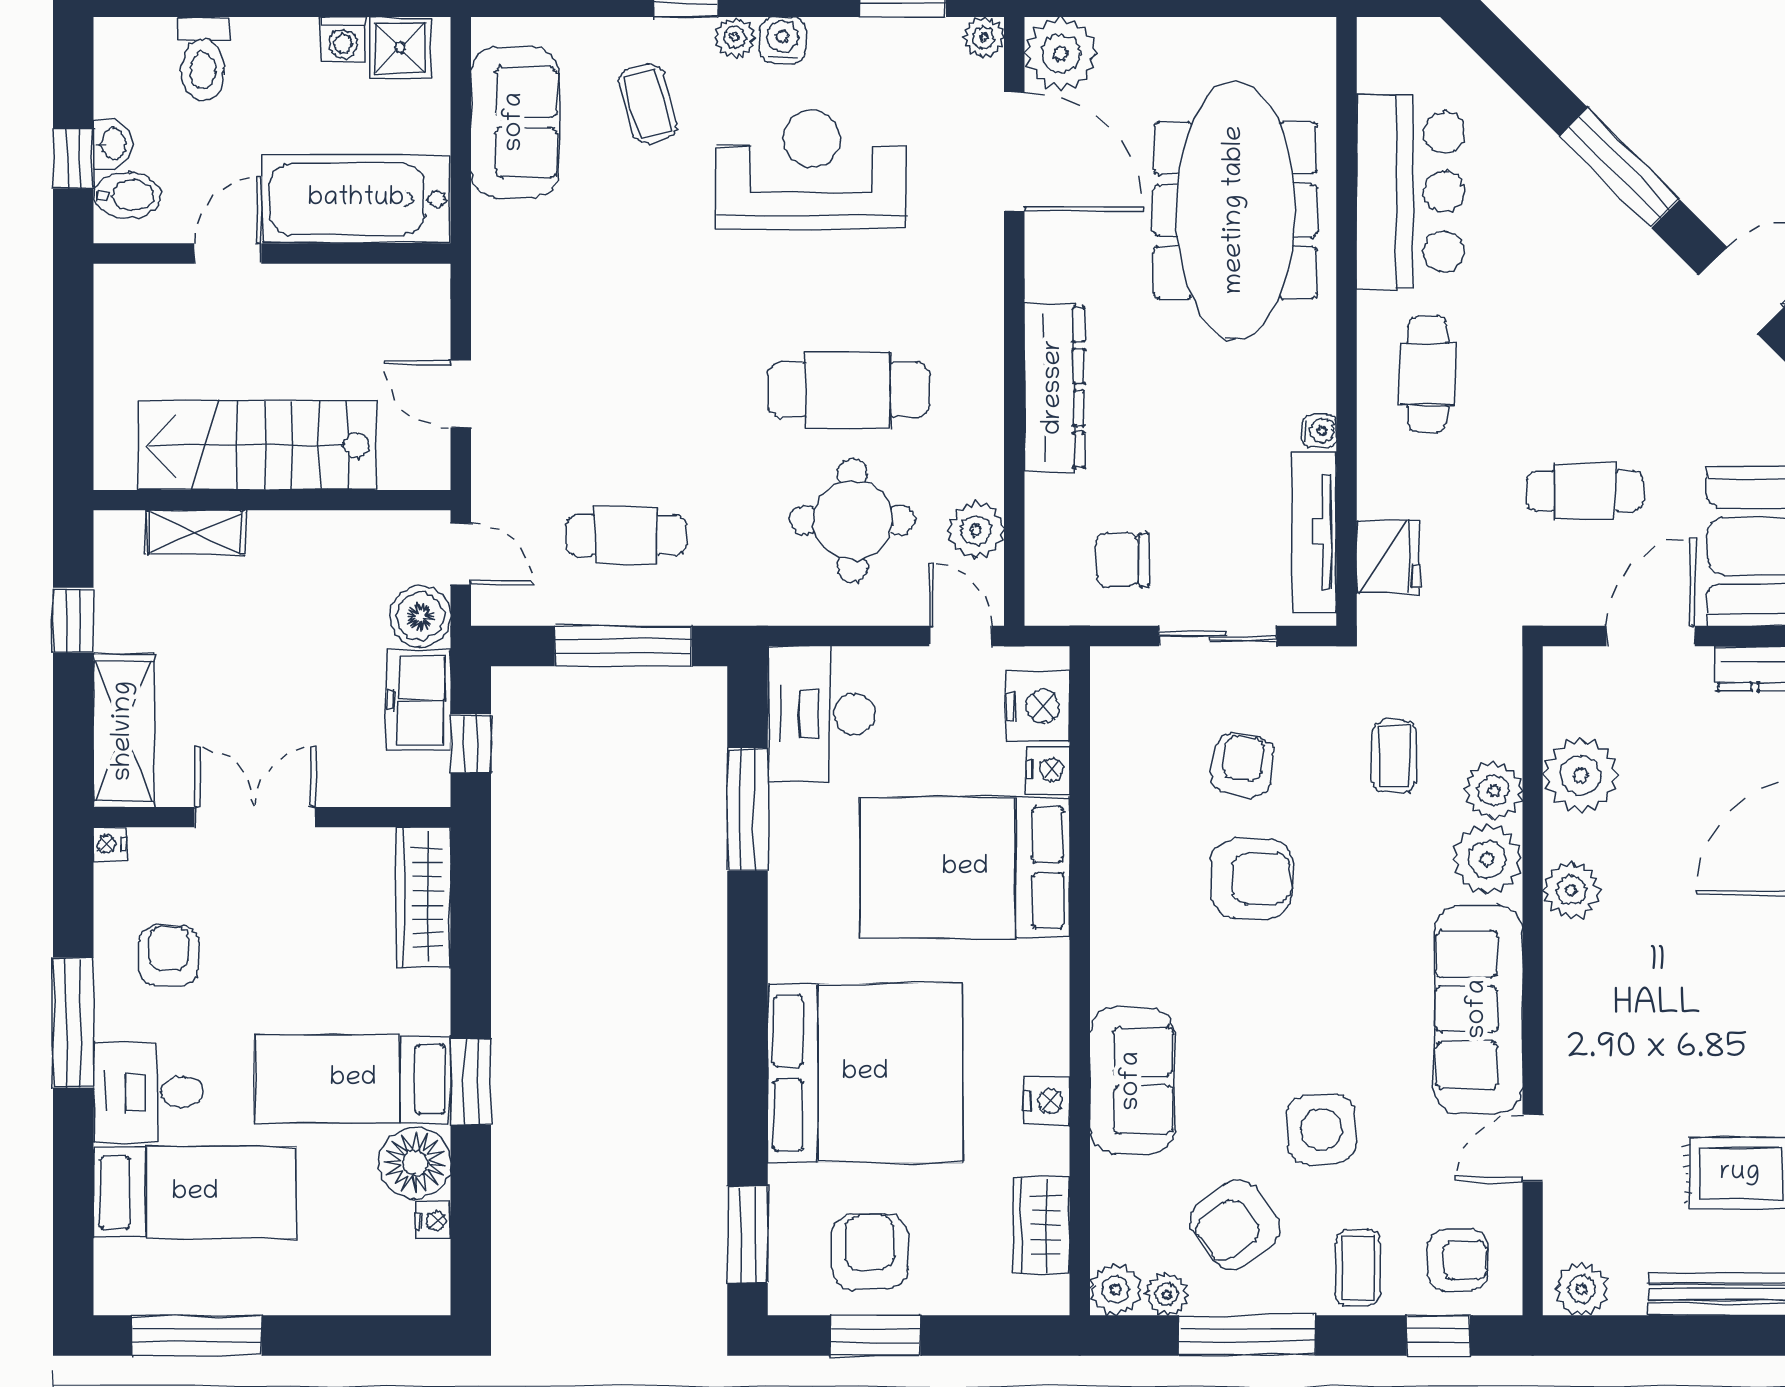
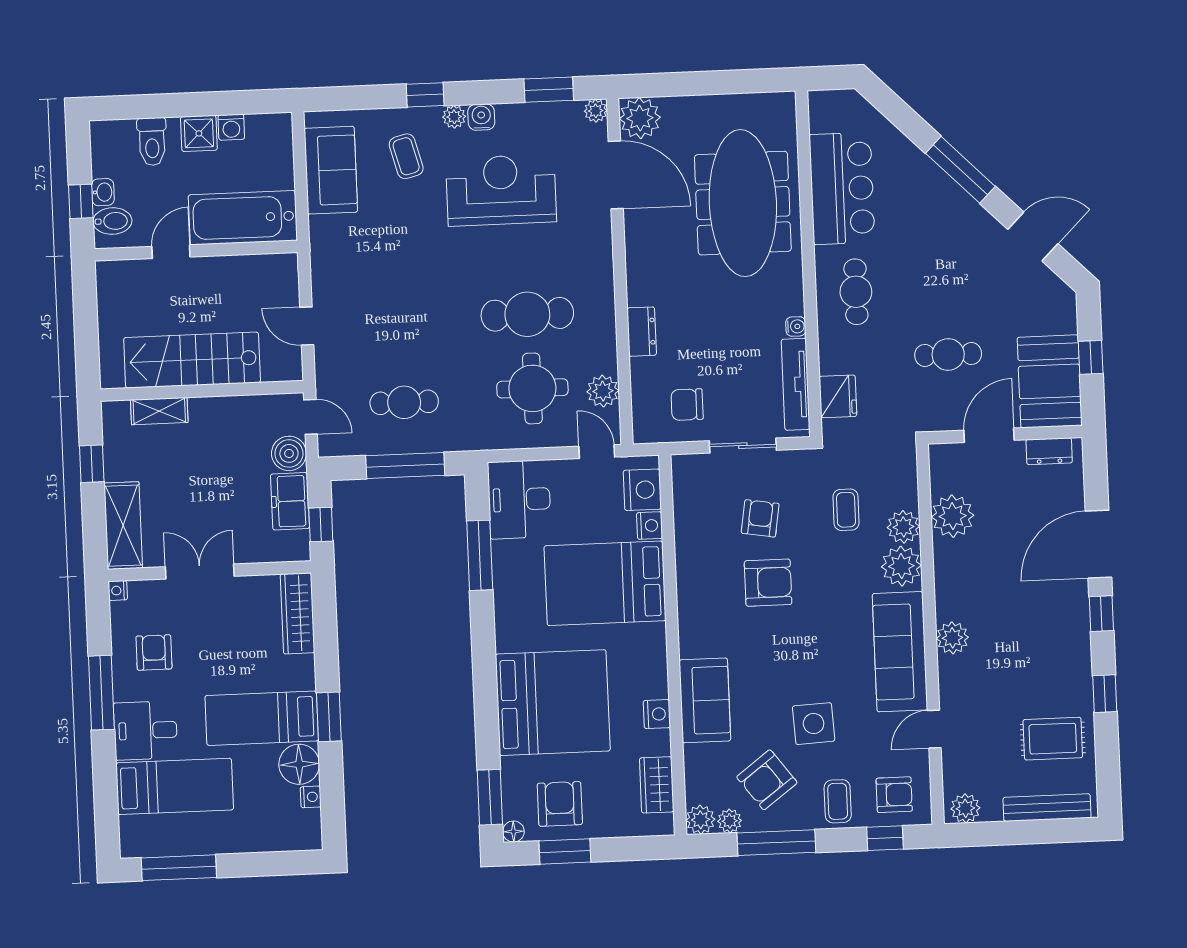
shower: (400, 48) -> (199, 133), moved
dresser: (1054, 387) -> (642, 332), width x0.51, depth x0.80
plant: (1571, 890) -> (952, 638), moved
floor lamp: (786, 1297) -> (513, 831), added

